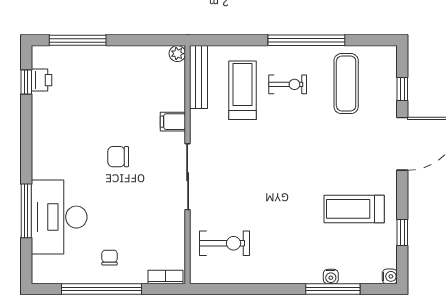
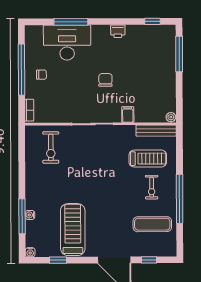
printer: (41, 80) -> (118, 31), moved
treadmill: (354, 209) -> (73, 230), width x1.37, depth x1.37

